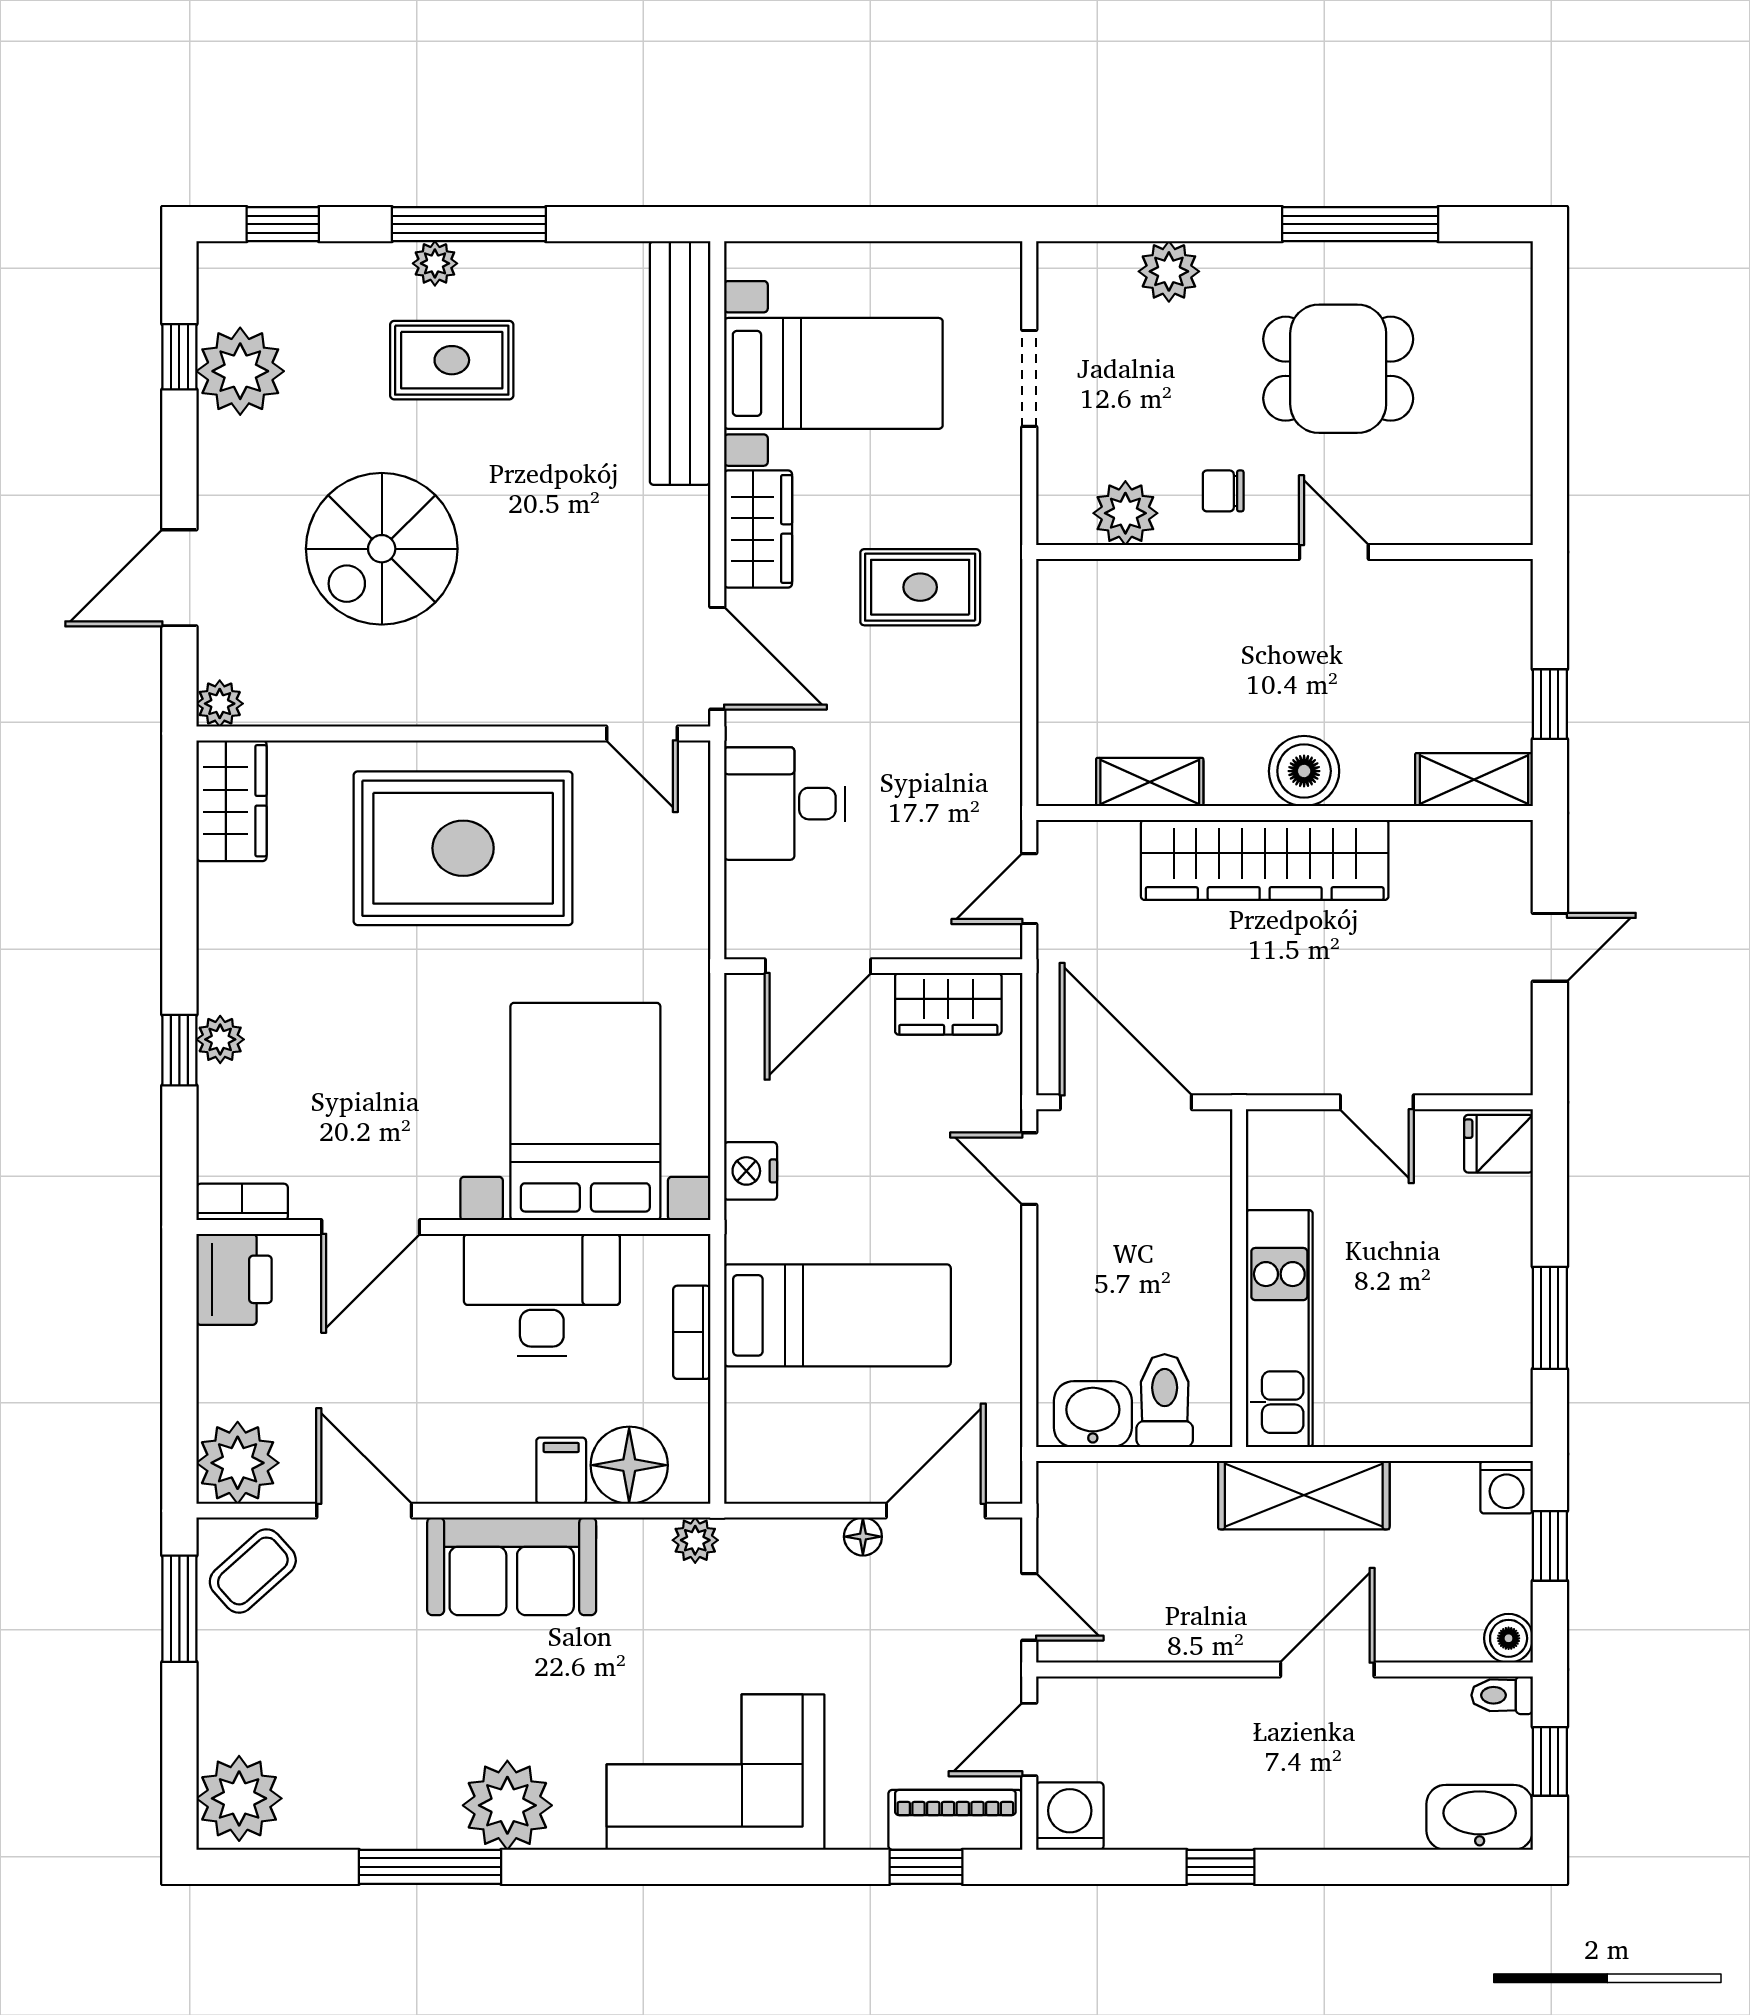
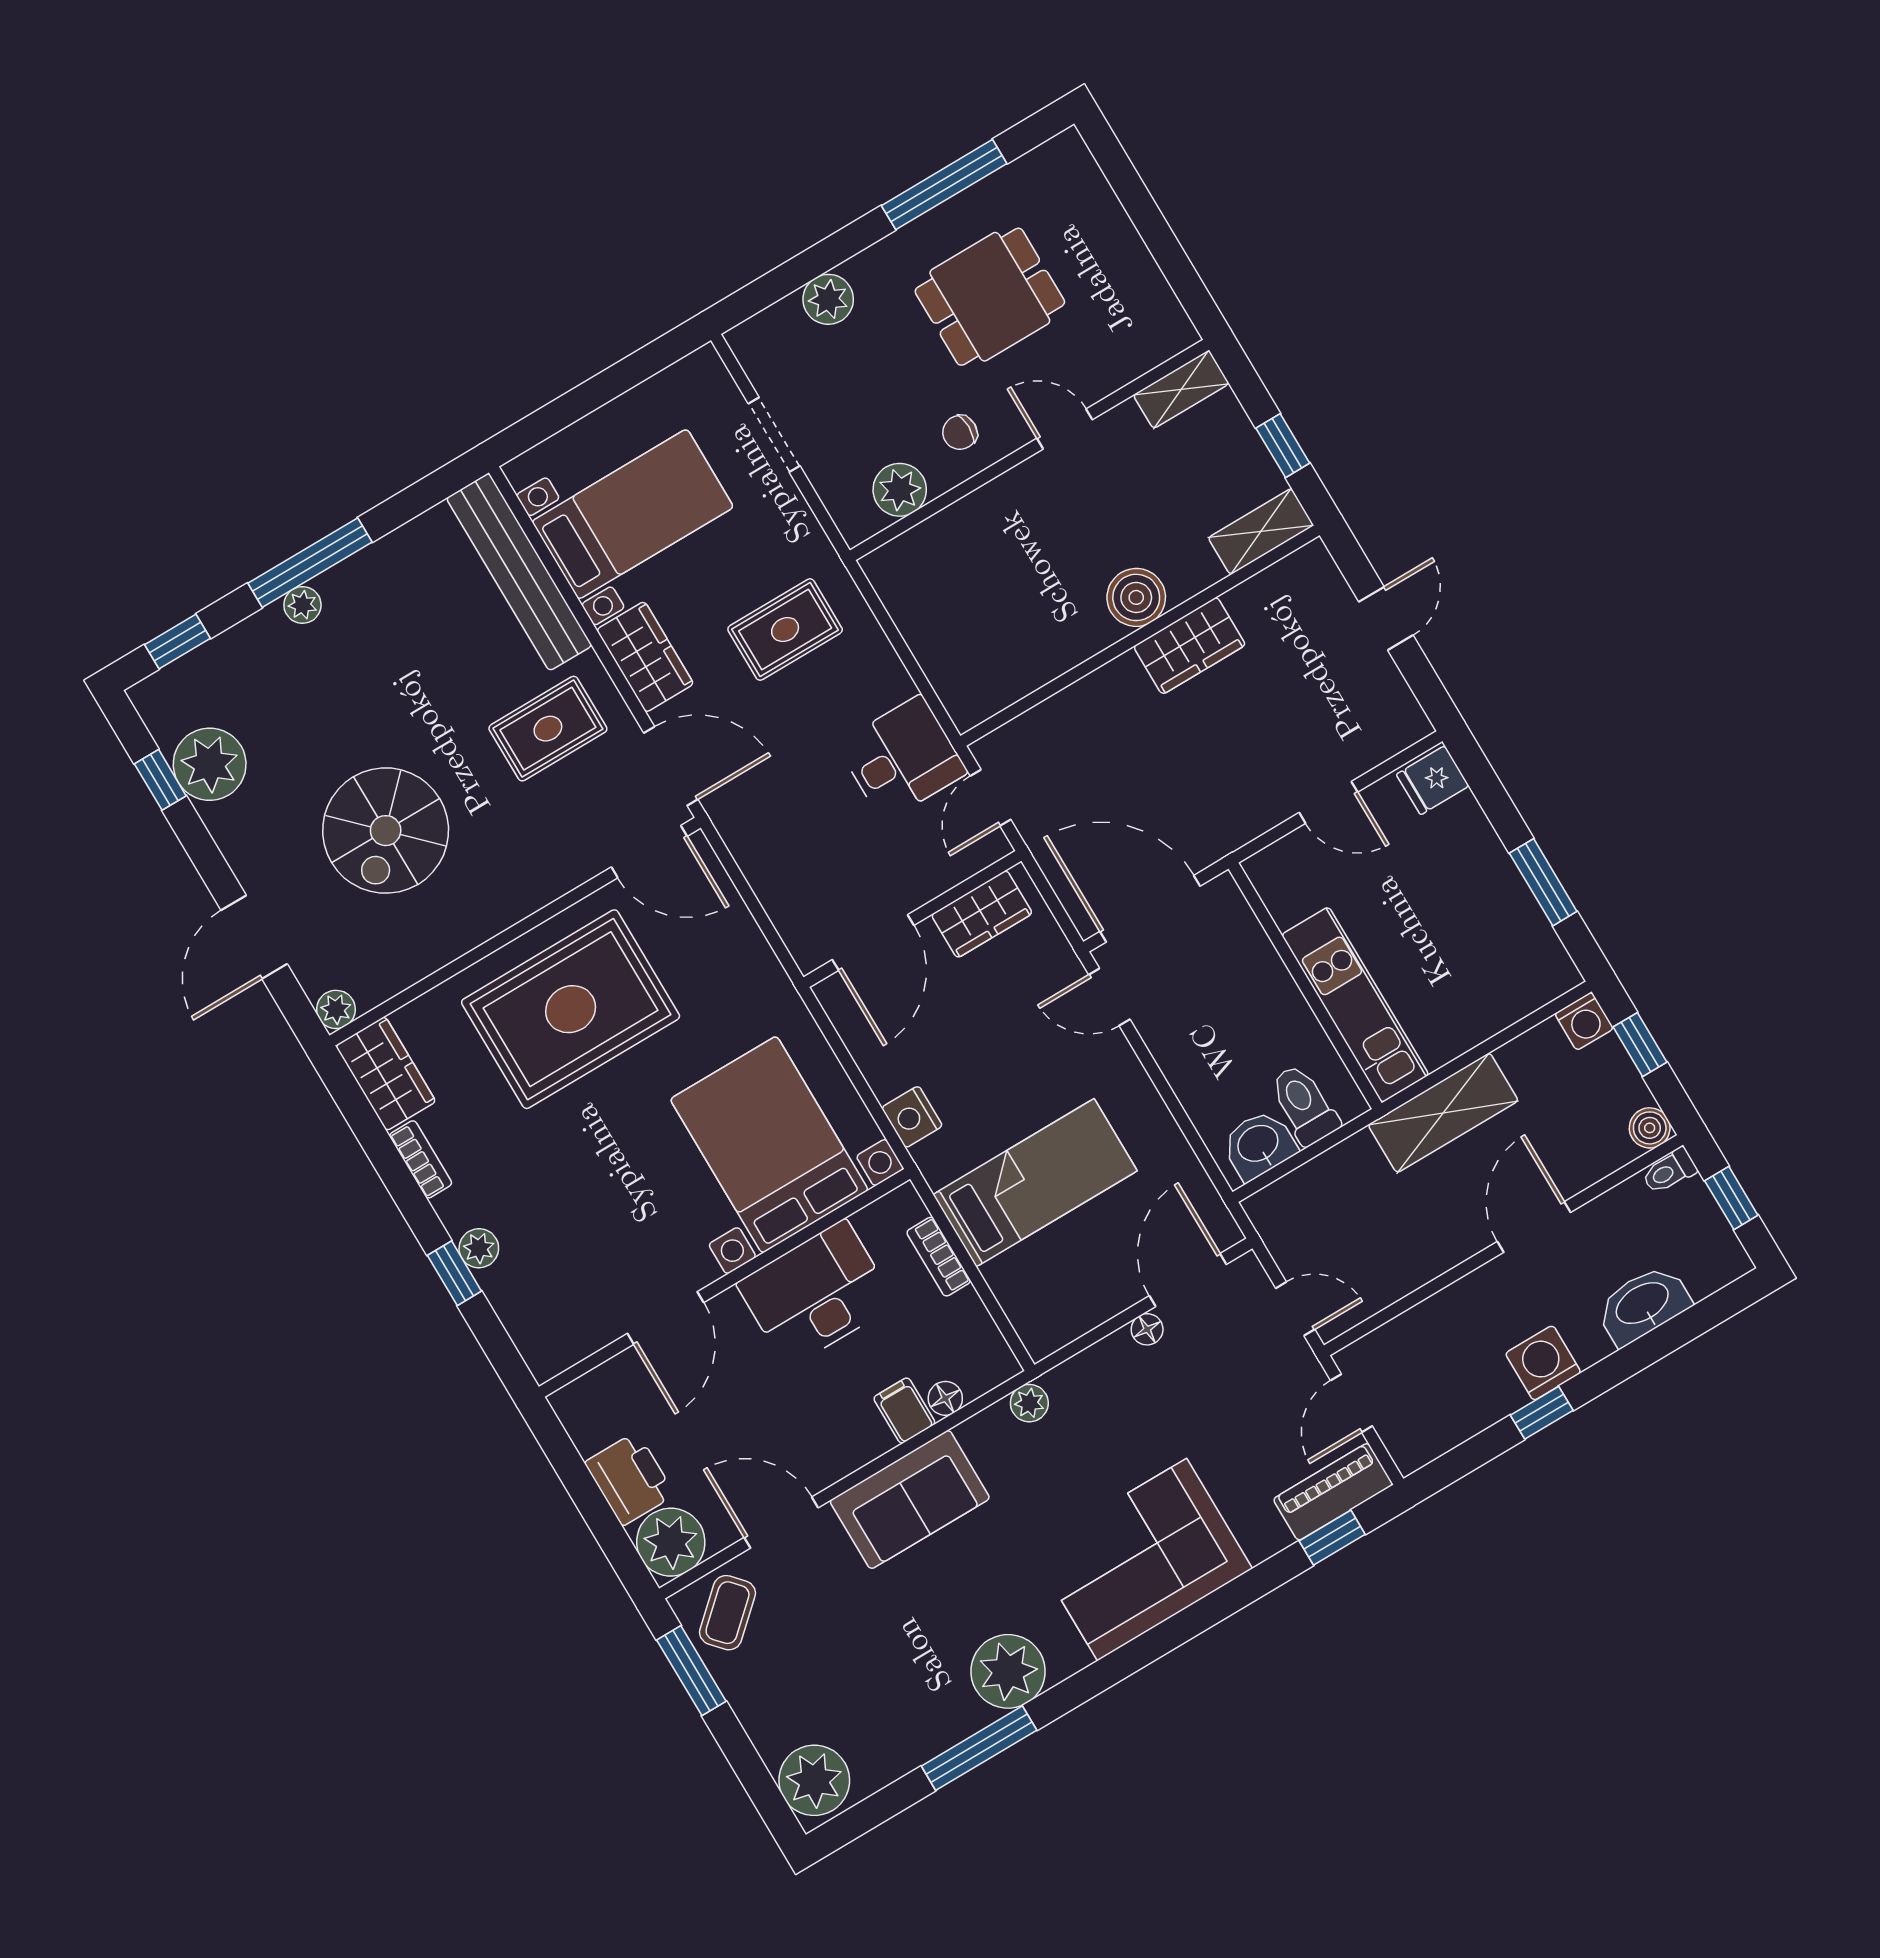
rug: (452, 360) -> (548, 729), moved
door: (642, 734) -> (649, 852), width x1.38
shelving: (1150, 782) -> (1181, 389), moved
desk: (785, 804) -> (902, 758), moved, turned 180
wardrobe: (1265, 860) -> (1190, 646), width x0.48, depth x0.85
bookcase: (242, 1202) -> (421, 1159), moved, turned 90
printer: (234, 1279) -> (630, 1479), moved
floor lamp: (629, 1465) -> (945, 1398), width x0.53, depth x0.53
washing machine: (1070, 1816) -> (1543, 1363), moved
washbasin: (1480, 1817) -> (1643, 1304), moved

